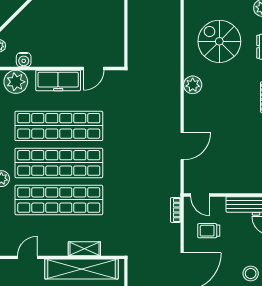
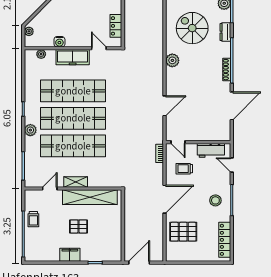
locker: (116, 38) -> (116, 26), added
water cooler: (24, 60) -> (59, 42), moved
door: (94, 69) -> (99, 48), swing flipped
plant: (16, 82) -> (41, 54), width x0.53, depth x0.53
shelving: (84, 249) -> (76, 182), moved

